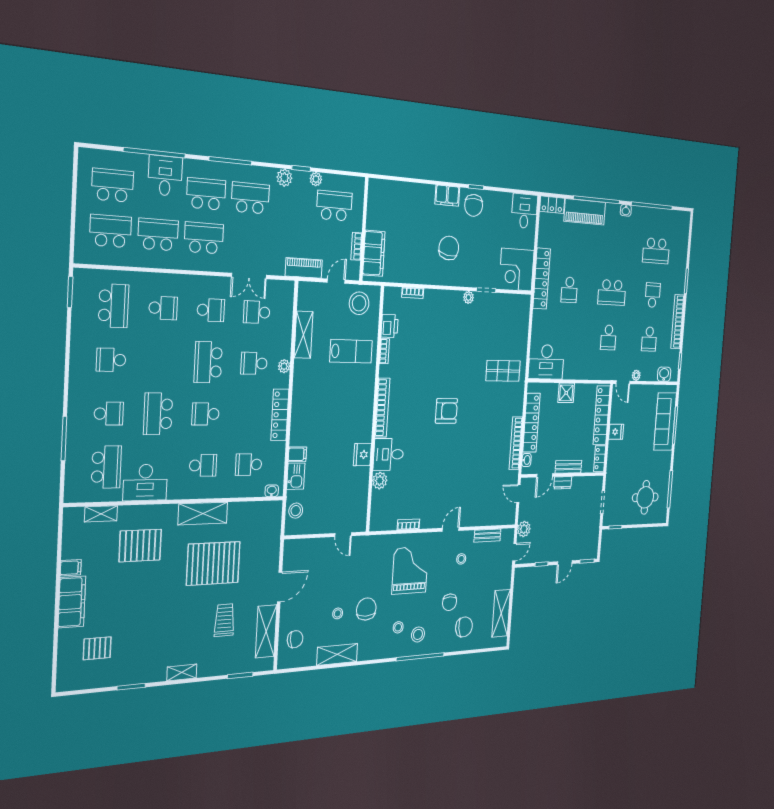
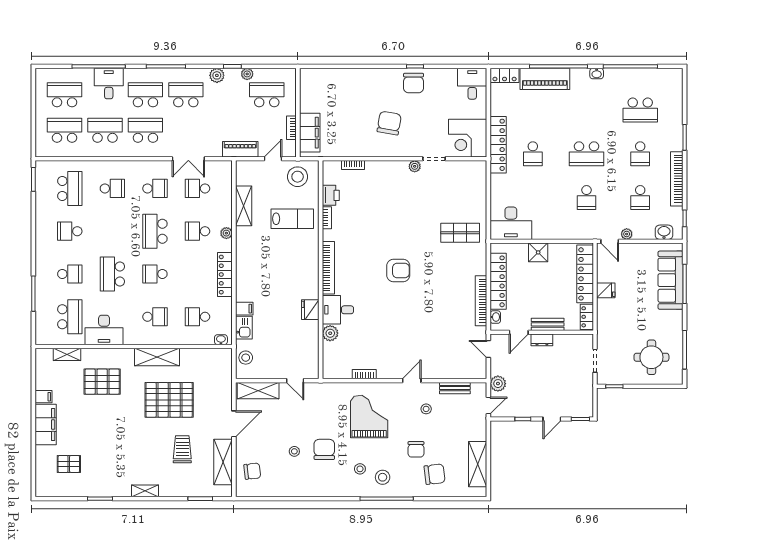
filing cabinet: (447, 196) -> (384, 77), removed
school desk: (653, 295) -> (640, 154), turned 180
shelving: (337, 654) -> (258, 391), moved

